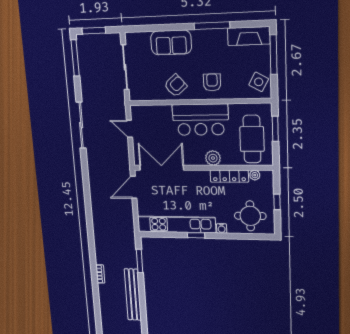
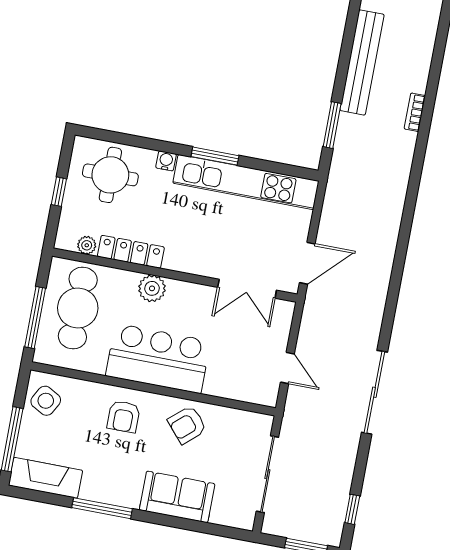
window: (75, 58) -> (352, 509), width x0.46
window: (275, 129) -> (35, 317), width x1.44
double door: (162, 168) -> (247, 289), width x0.73
window: (196, 235) -> (215, 156), width x1.50

